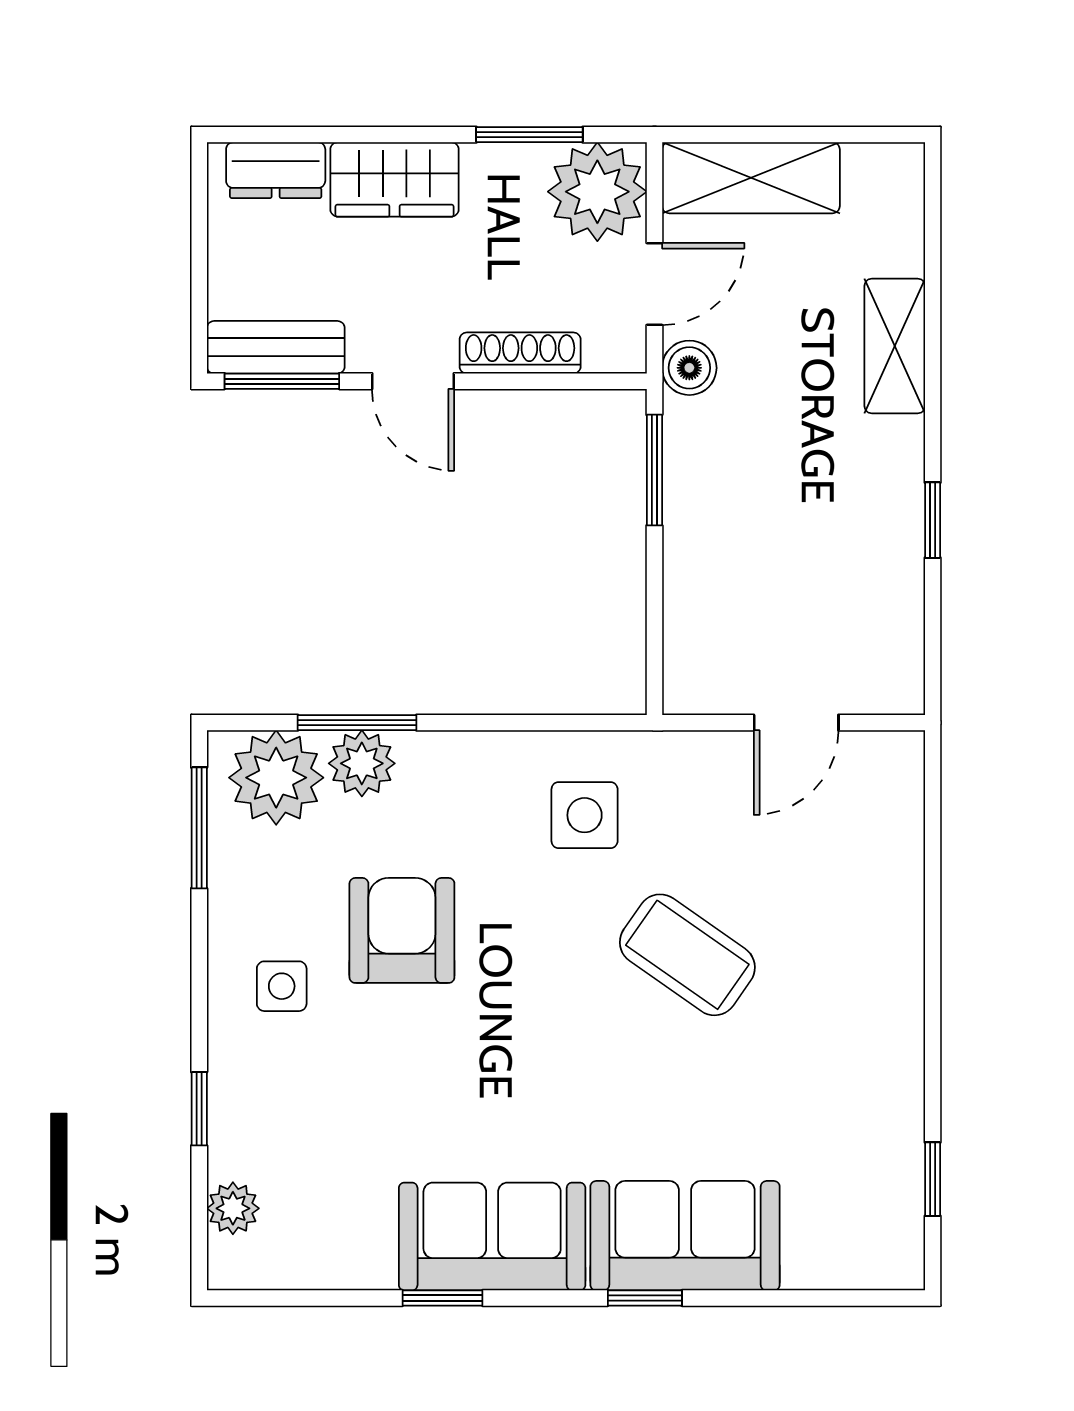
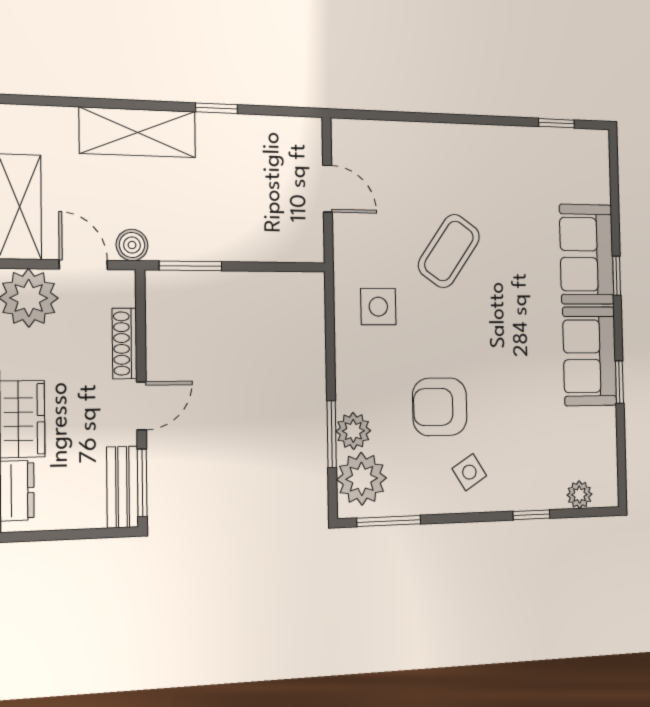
shelving: (895, 346) -> (138, 132), width x1.50, depth x1.33
side table: (282, 986) -> (469, 472), turned -32

